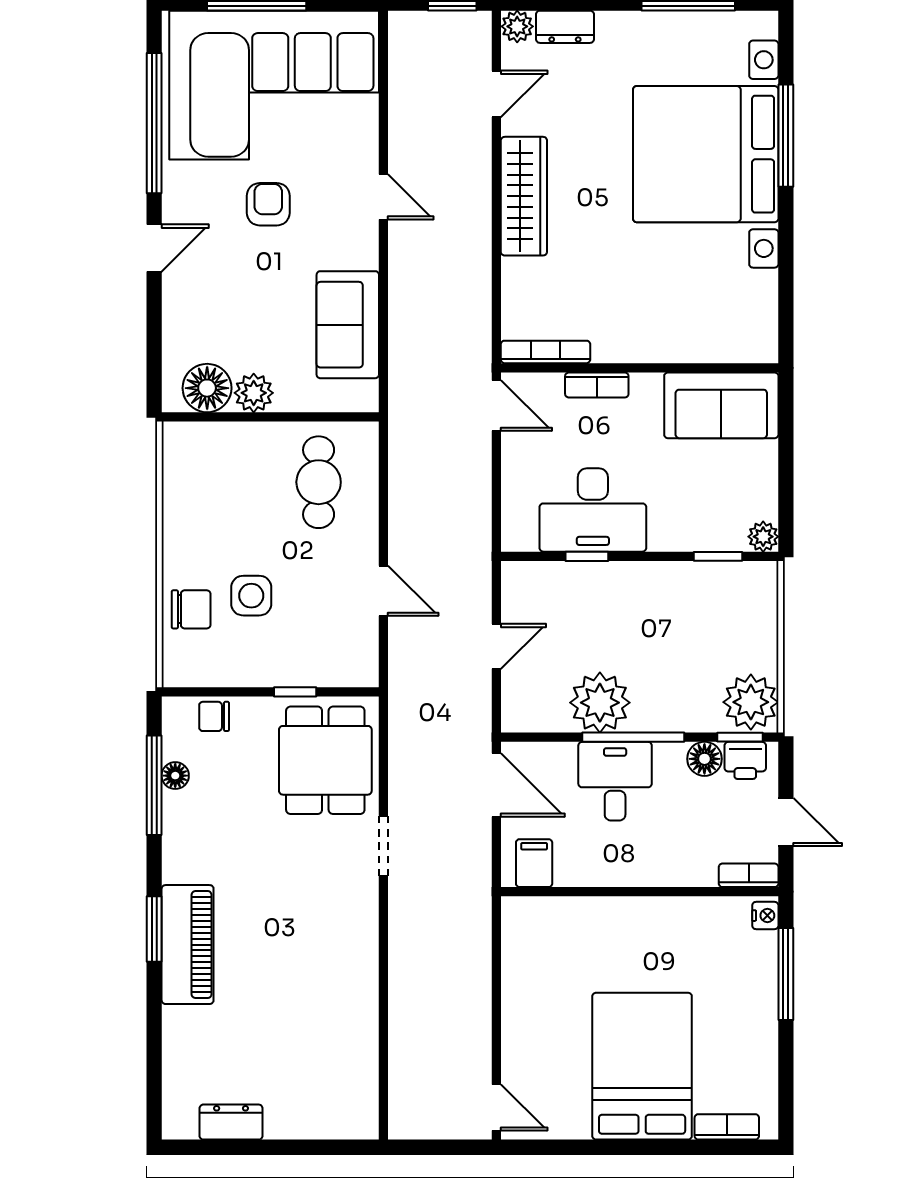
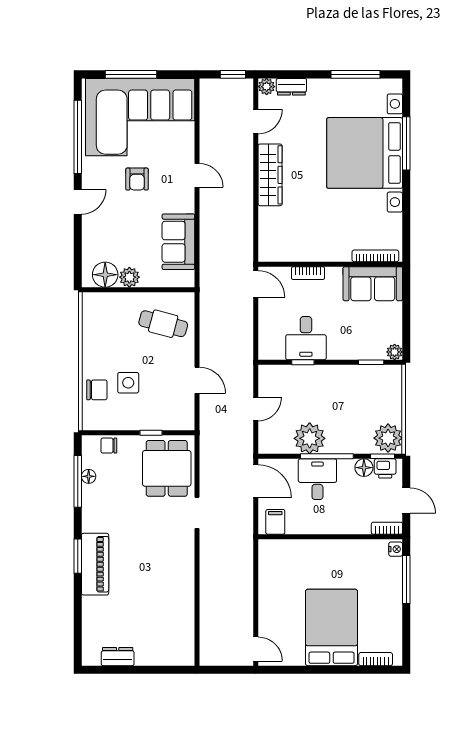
armchair: (268, 204) -> (137, 179), turned 180
bookcase: (545, 352) -> (375, 256), moved
cafe table: (319, 482) -> (163, 324), turned -75
desk: (593, 510) -> (306, 338), width x0.73

